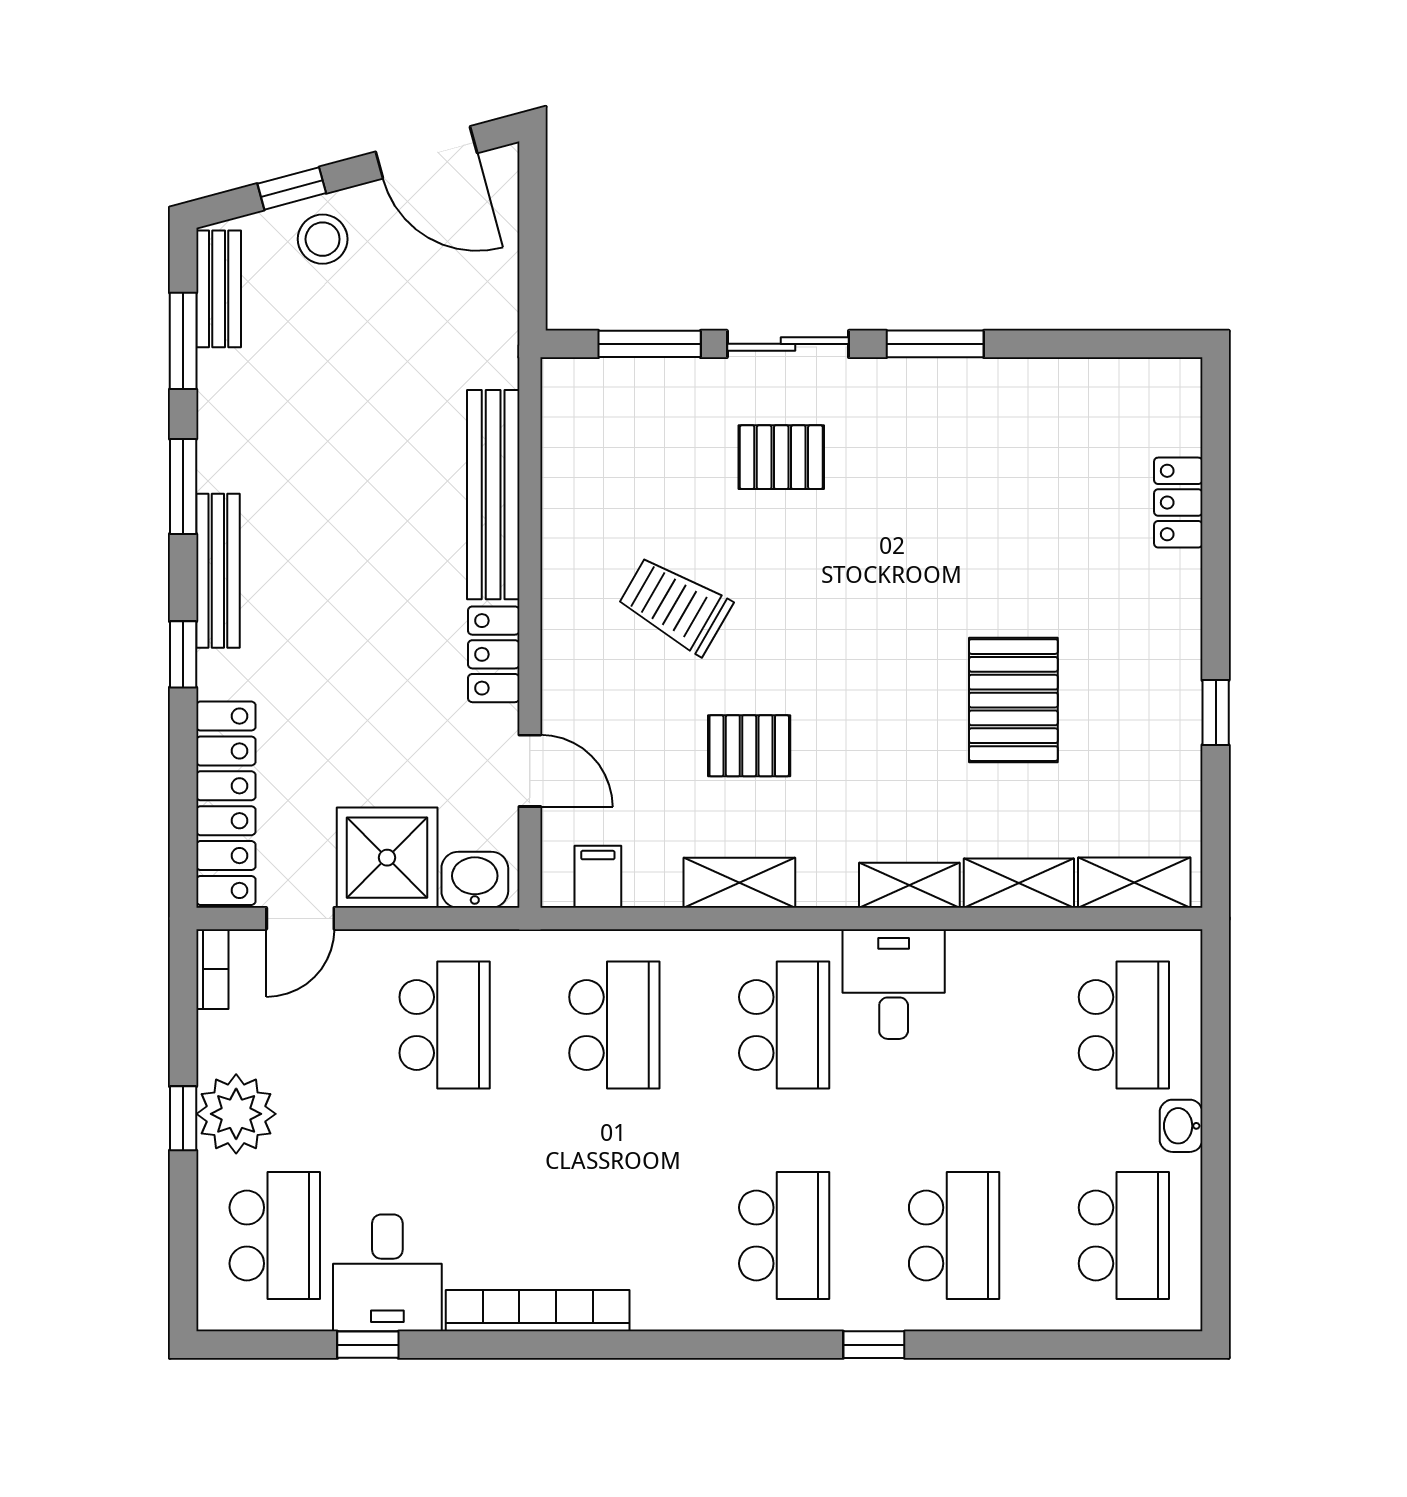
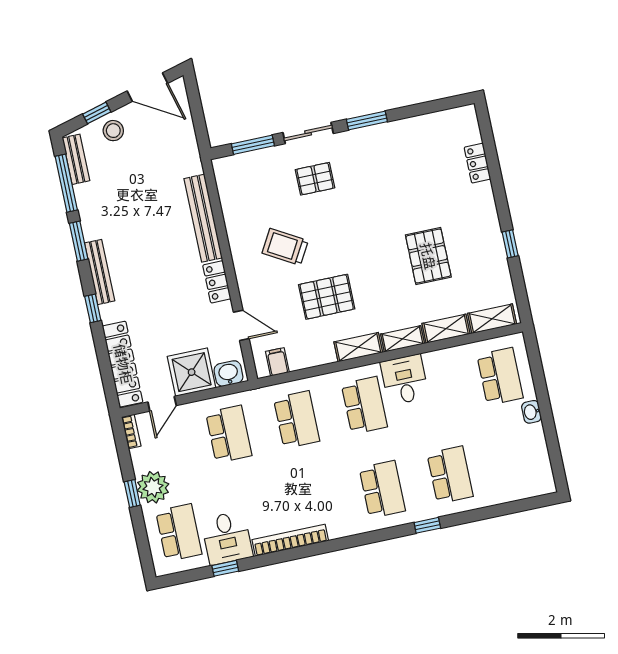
window: (183, 341) -> (66, 183), width x1.44
pallet: (749, 746) -> (327, 297), width x1.50, depth x1.42
shelving: (739, 883) -> (358, 347), moved
school desk: (1124, 1236) -> (518, 461), removed

